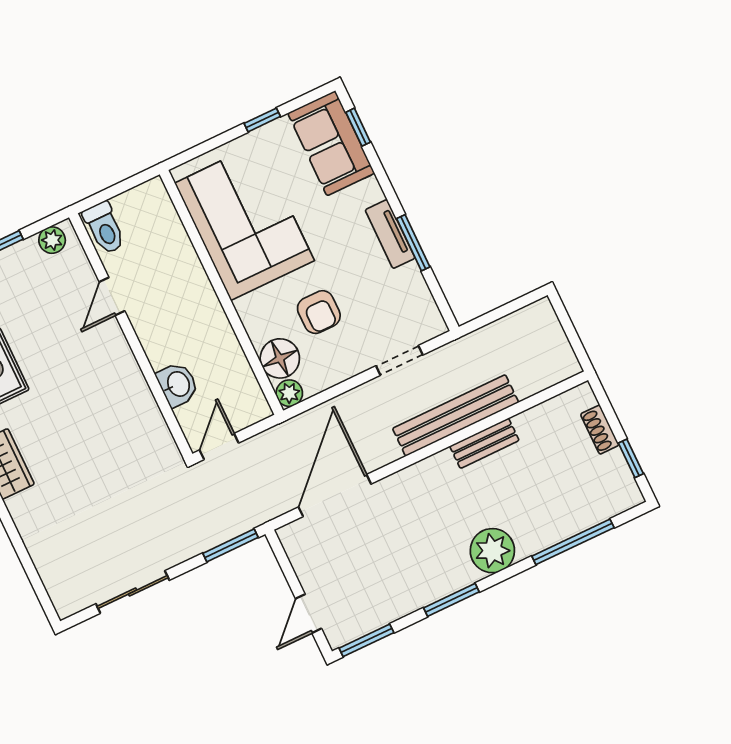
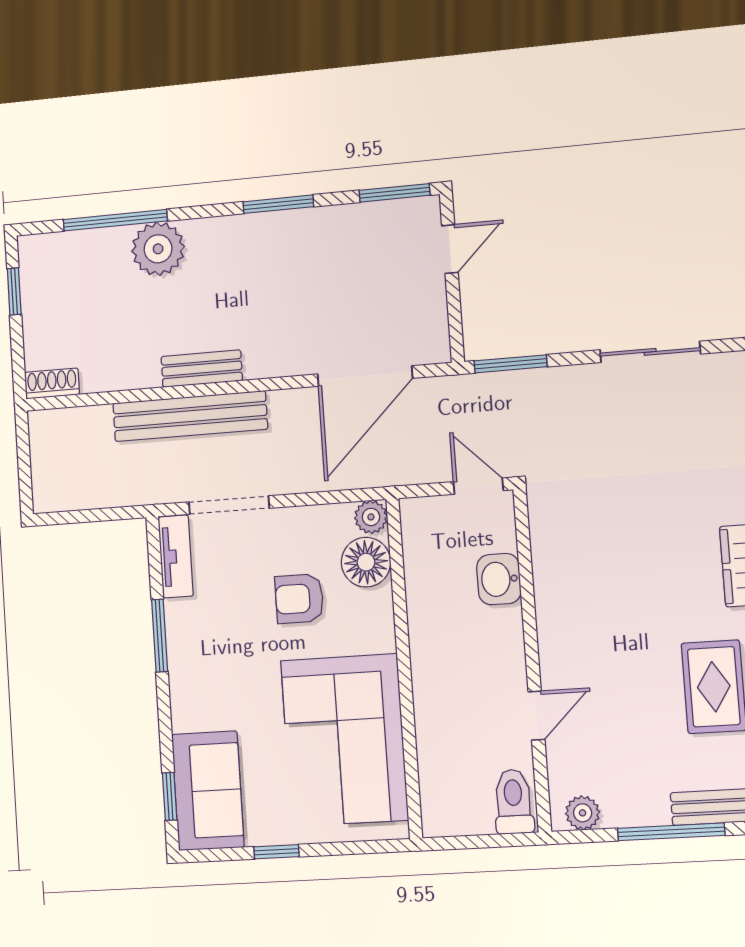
tv unit: (390, 234) -> (176, 556), moved
armchair: (319, 312) -> (299, 599), turned -90
doorway: (399, 360) -> (229, 505), width x1.38
shoe rack: (600, 430) -> (52, 383), moved, turned -90
bench: (484, 443) -> (202, 369), moved
door: (219, 446) -> (478, 486), swing flipped
plant: (492, 551) -> (158, 249), moved

